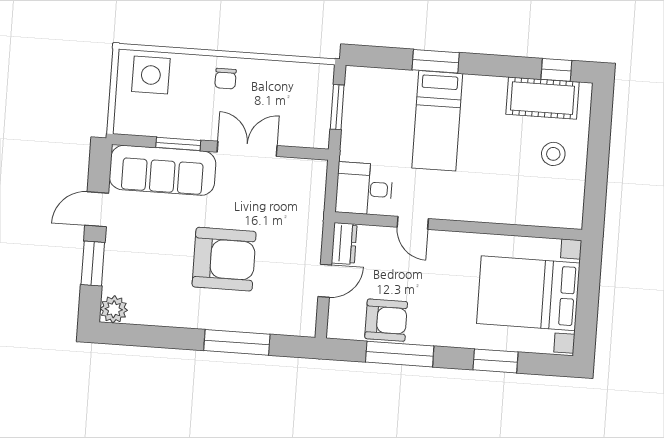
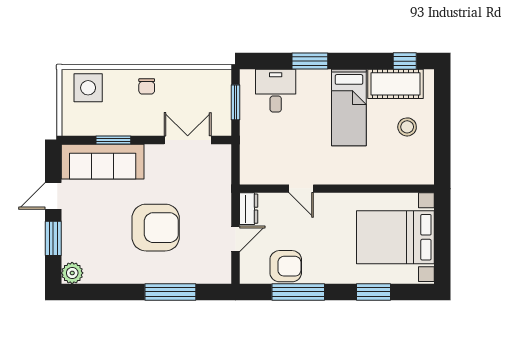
bed: (437, 121) -> (349, 107), moved
double door: (247, 149) -> (188, 140), moved
desk: (364, 189) -> (276, 91), moved, turned 90

